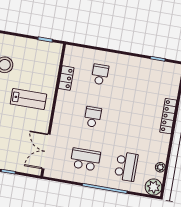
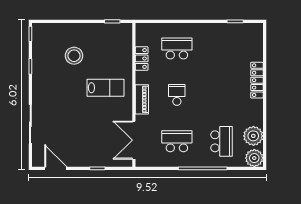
school desk: (100, 74) -> (177, 48), width x1.85
piano: (60, 116) -> (142, 99), added
plant: (160, 167) -> (253, 136), width x1.88, depth x1.88

